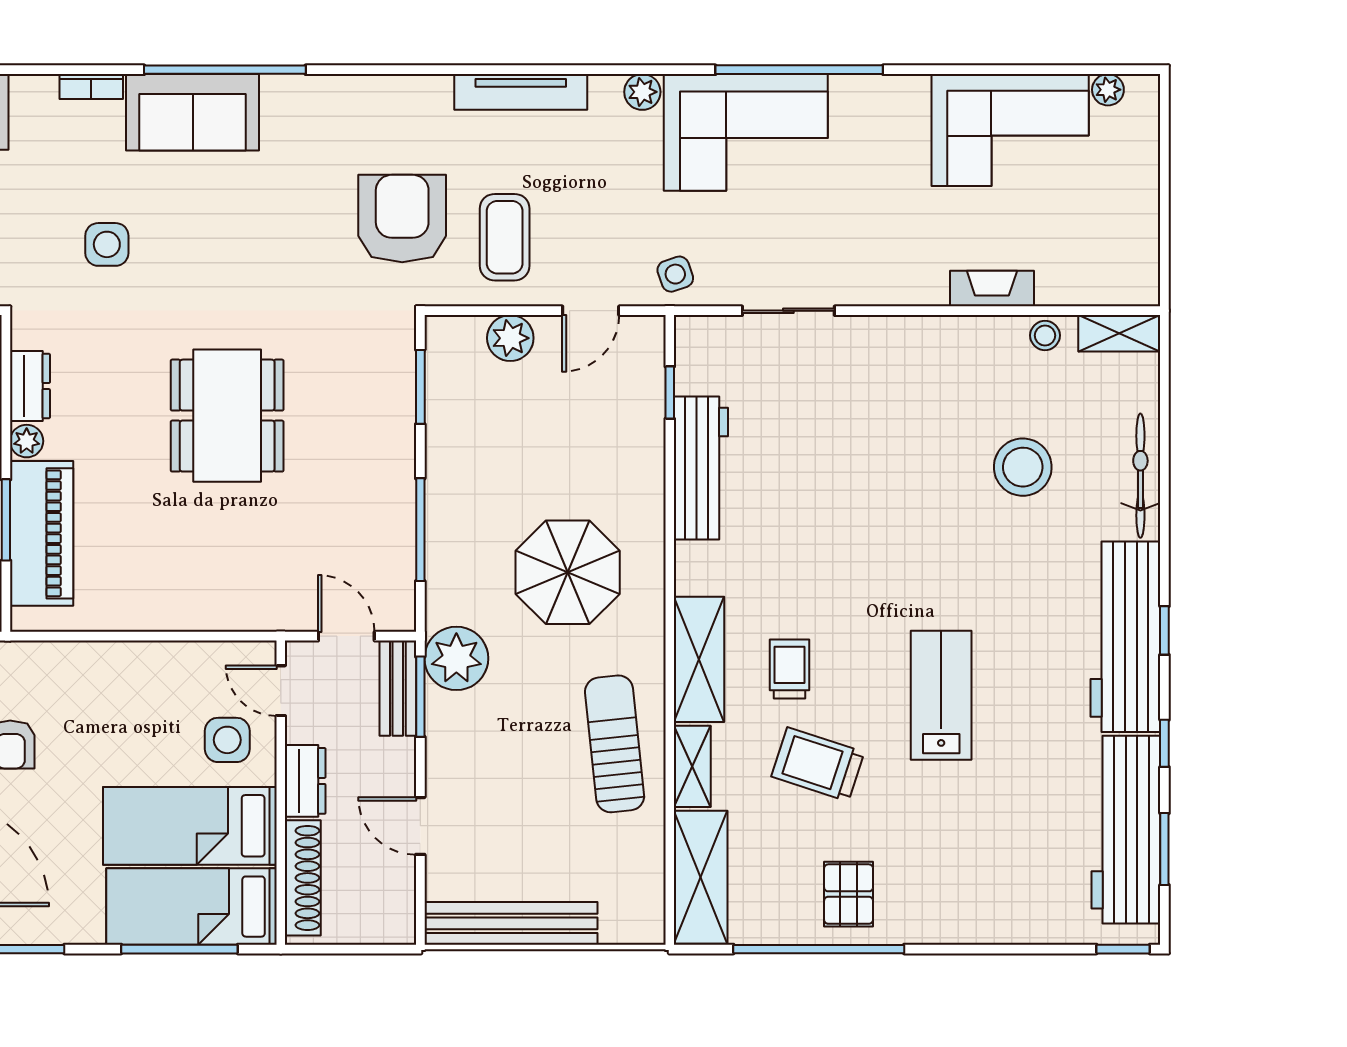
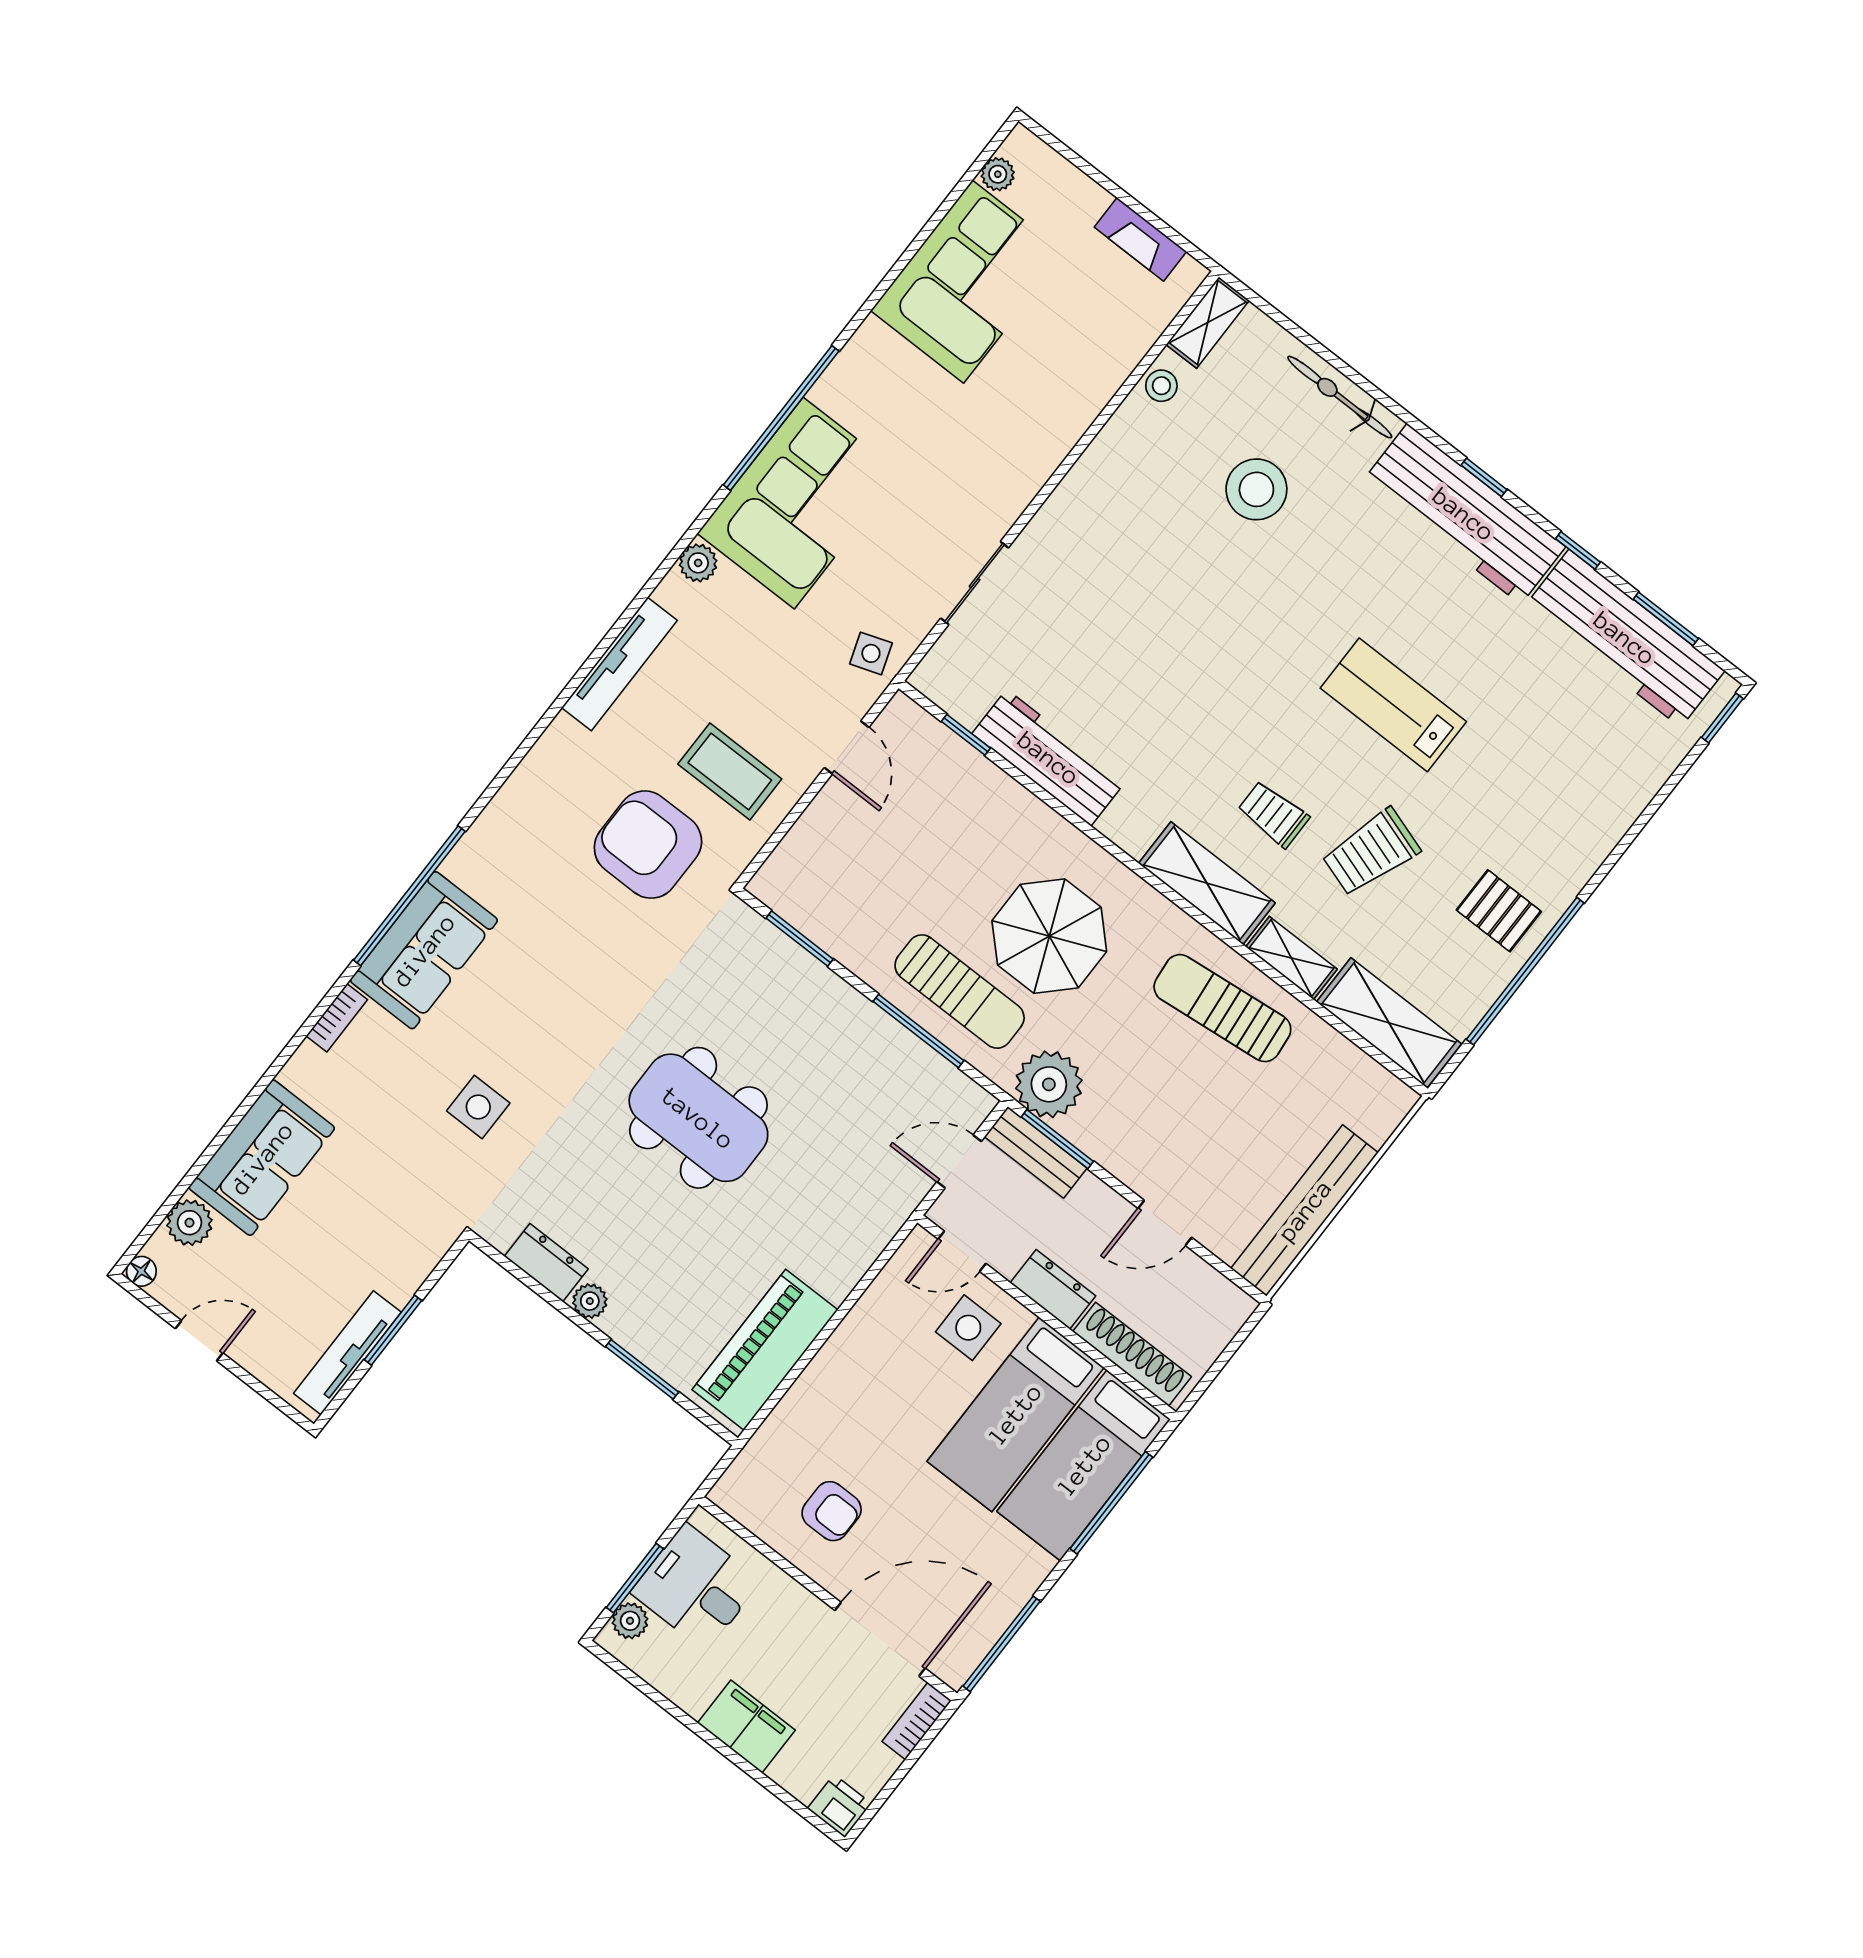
fireplace: (992, 289) -> (1140, 239), moved, turned -90
plant: (510, 338) -> (817, 832), removed
piano: (42, 533) -> (765, 1350), moved, turned -90
sun lounger: (474, 537) -> (960, 992), added

